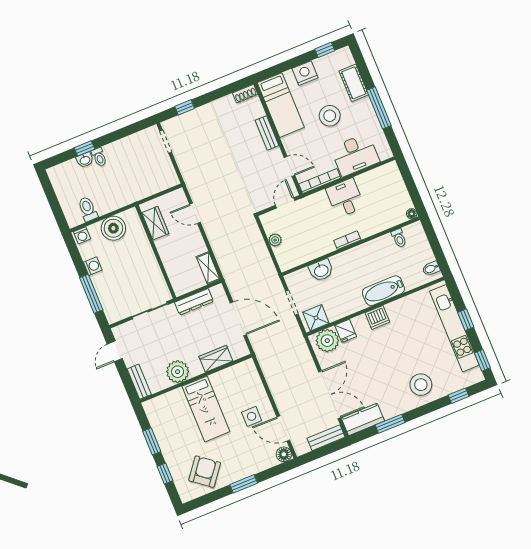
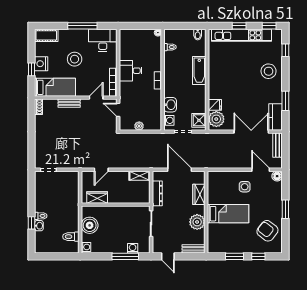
window: (325, 50) -> (32, 69), moved
cot: (354, 83) -> (46, 35), moved
window: (185, 107) -> (32, 149), removed
desk: (355, 155) -> (103, 40), moved, turned -90
washing machine: (93, 266) -> (133, 248), moved
washing machine: (299, 277) -> (169, 120), added
dishwasher: (377, 317) -> (215, 81), removed
door: (238, 319) -> (179, 170), hinge flipped
door: (283, 428) -> (261, 170), swing flipped

